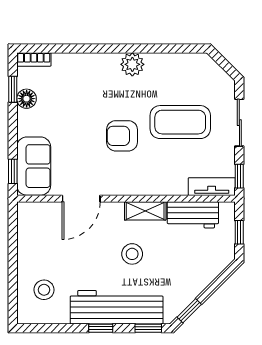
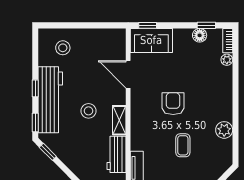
plant: (61, 61) -> (227, 60), added
plant: (132, 64) -> (224, 130), moved
coffee table: (180, 122) -> (183, 145), width x0.54, depth x0.58

